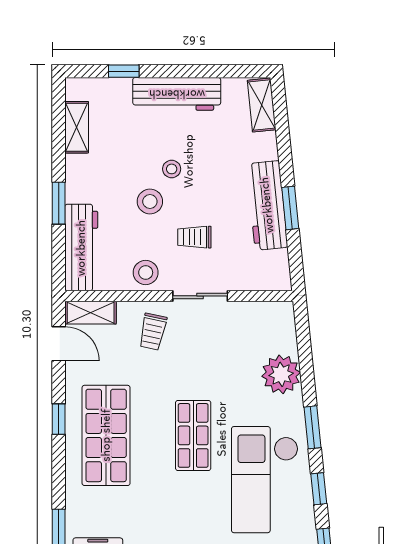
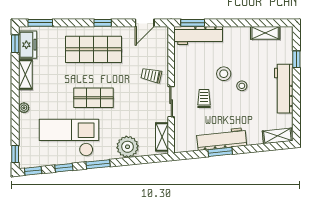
window: (59, 203) -> (193, 23), moved
stool: (146, 273) -> (184, 71), removed
shelving: (91, 313) -> (162, 137), moved

